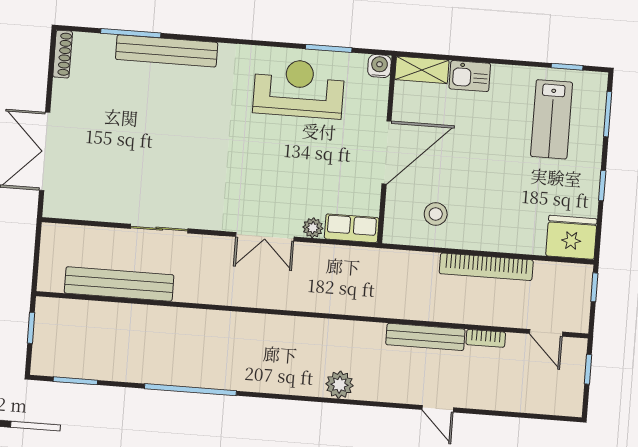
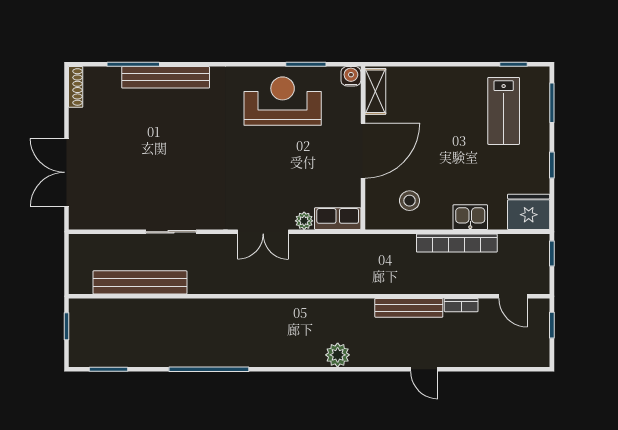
shelving: (422, 70) -> (375, 91), moved, turned 90
kitchen sink: (470, 76) -> (470, 217), moved, turned 180

